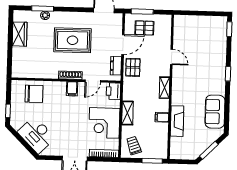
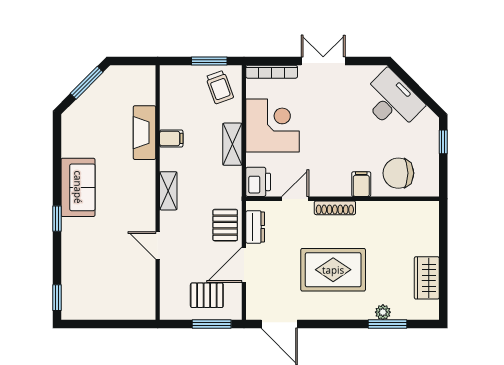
filing cabinet: (72, 89) -> (361, 184), moved
sofa: (215, 112) -> (78, 187), moved
window: (152, 161) -> (209, 61), moved

